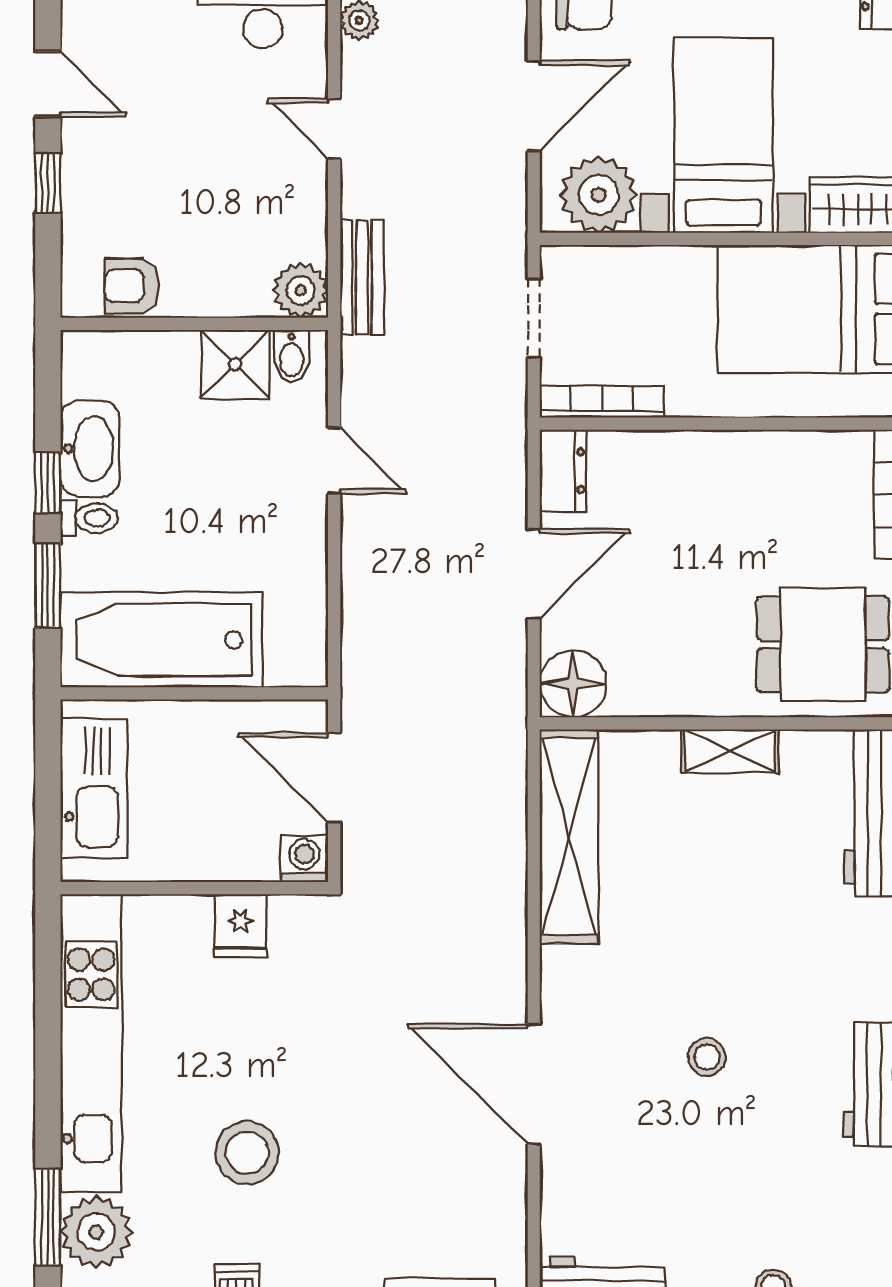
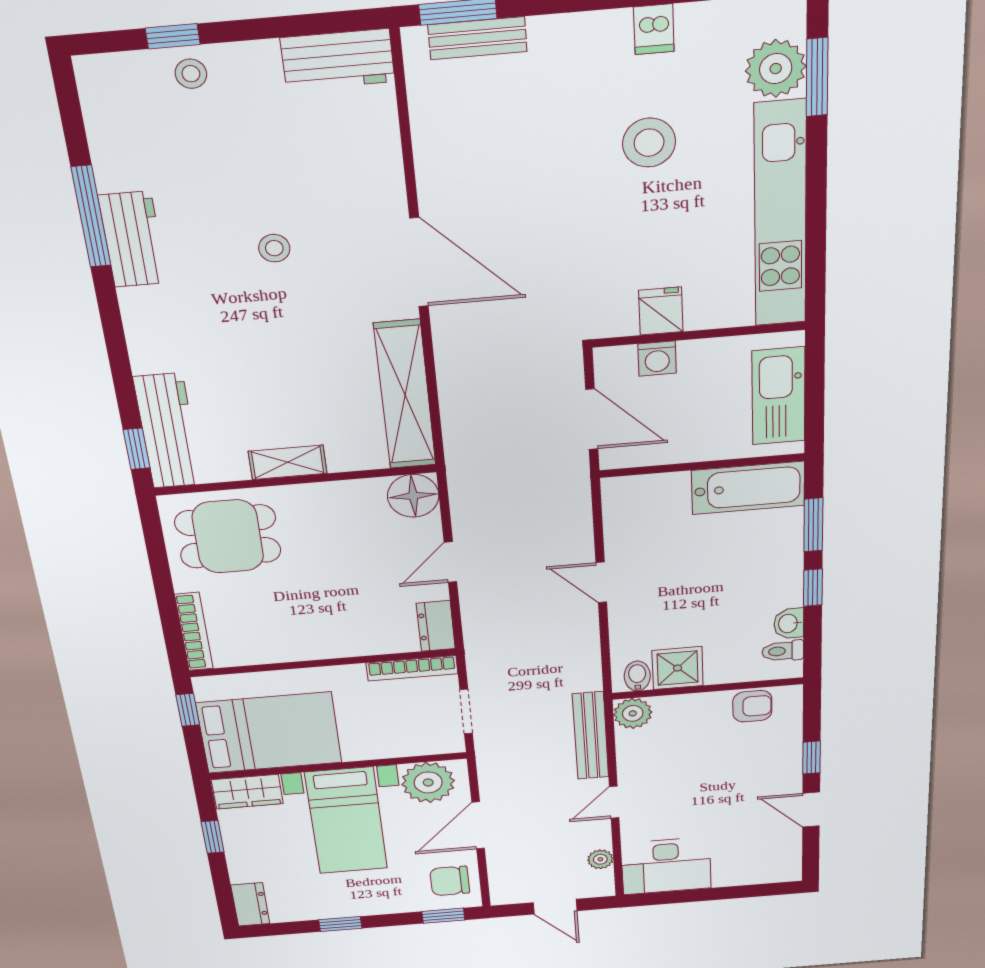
door: (334, 129) -> (614, 802), swing flipped
bench: (362, 277) -> (591, 736), width x1.36
washbasin: (90, 448) -> (789, 623), width x0.52, depth x0.69
door: (334, 461) -> (601, 582), moved
toilet: (89, 518) -> (783, 651), moved
door: (534, 574) -> (450, 562), width x0.73
bathtub: (161, 640) -> (748, 488), width x0.73, depth x0.73
washing machine: (304, 859) -> (657, 359), moved
door: (534, 1084) -> (419, 262), moved

